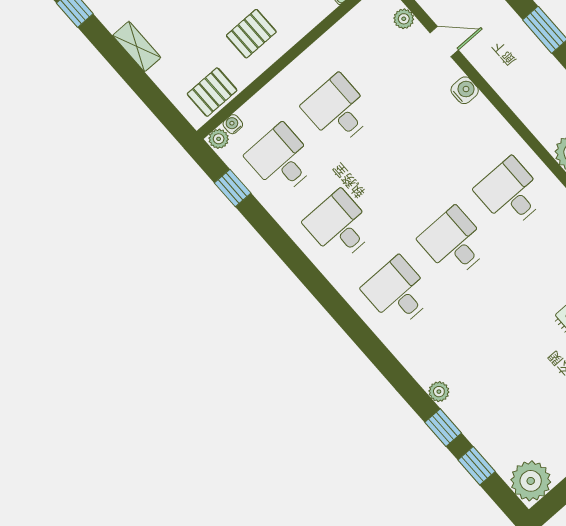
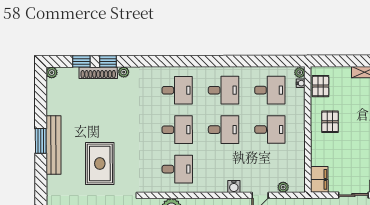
desk: (396, 176) -> (224, 130), added
window: (233, 188) -> (275, 61), removed
shoe rack: (472, 427) -> (98, 73), added
plant: (531, 481) -> (52, 73), width x0.53, depth x0.53

